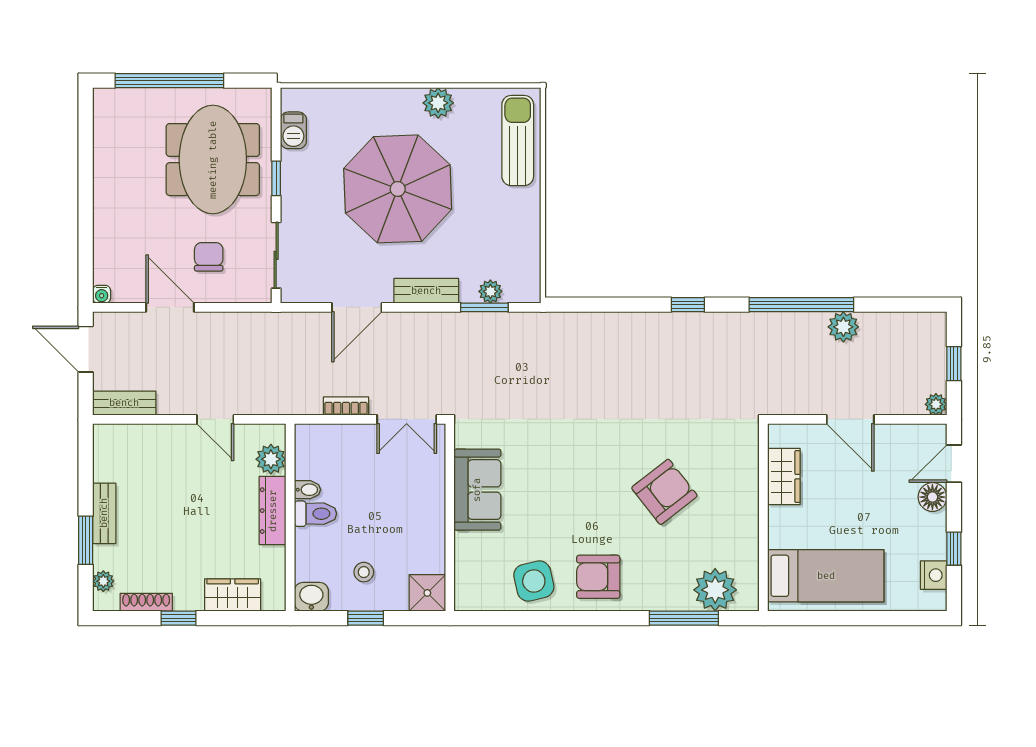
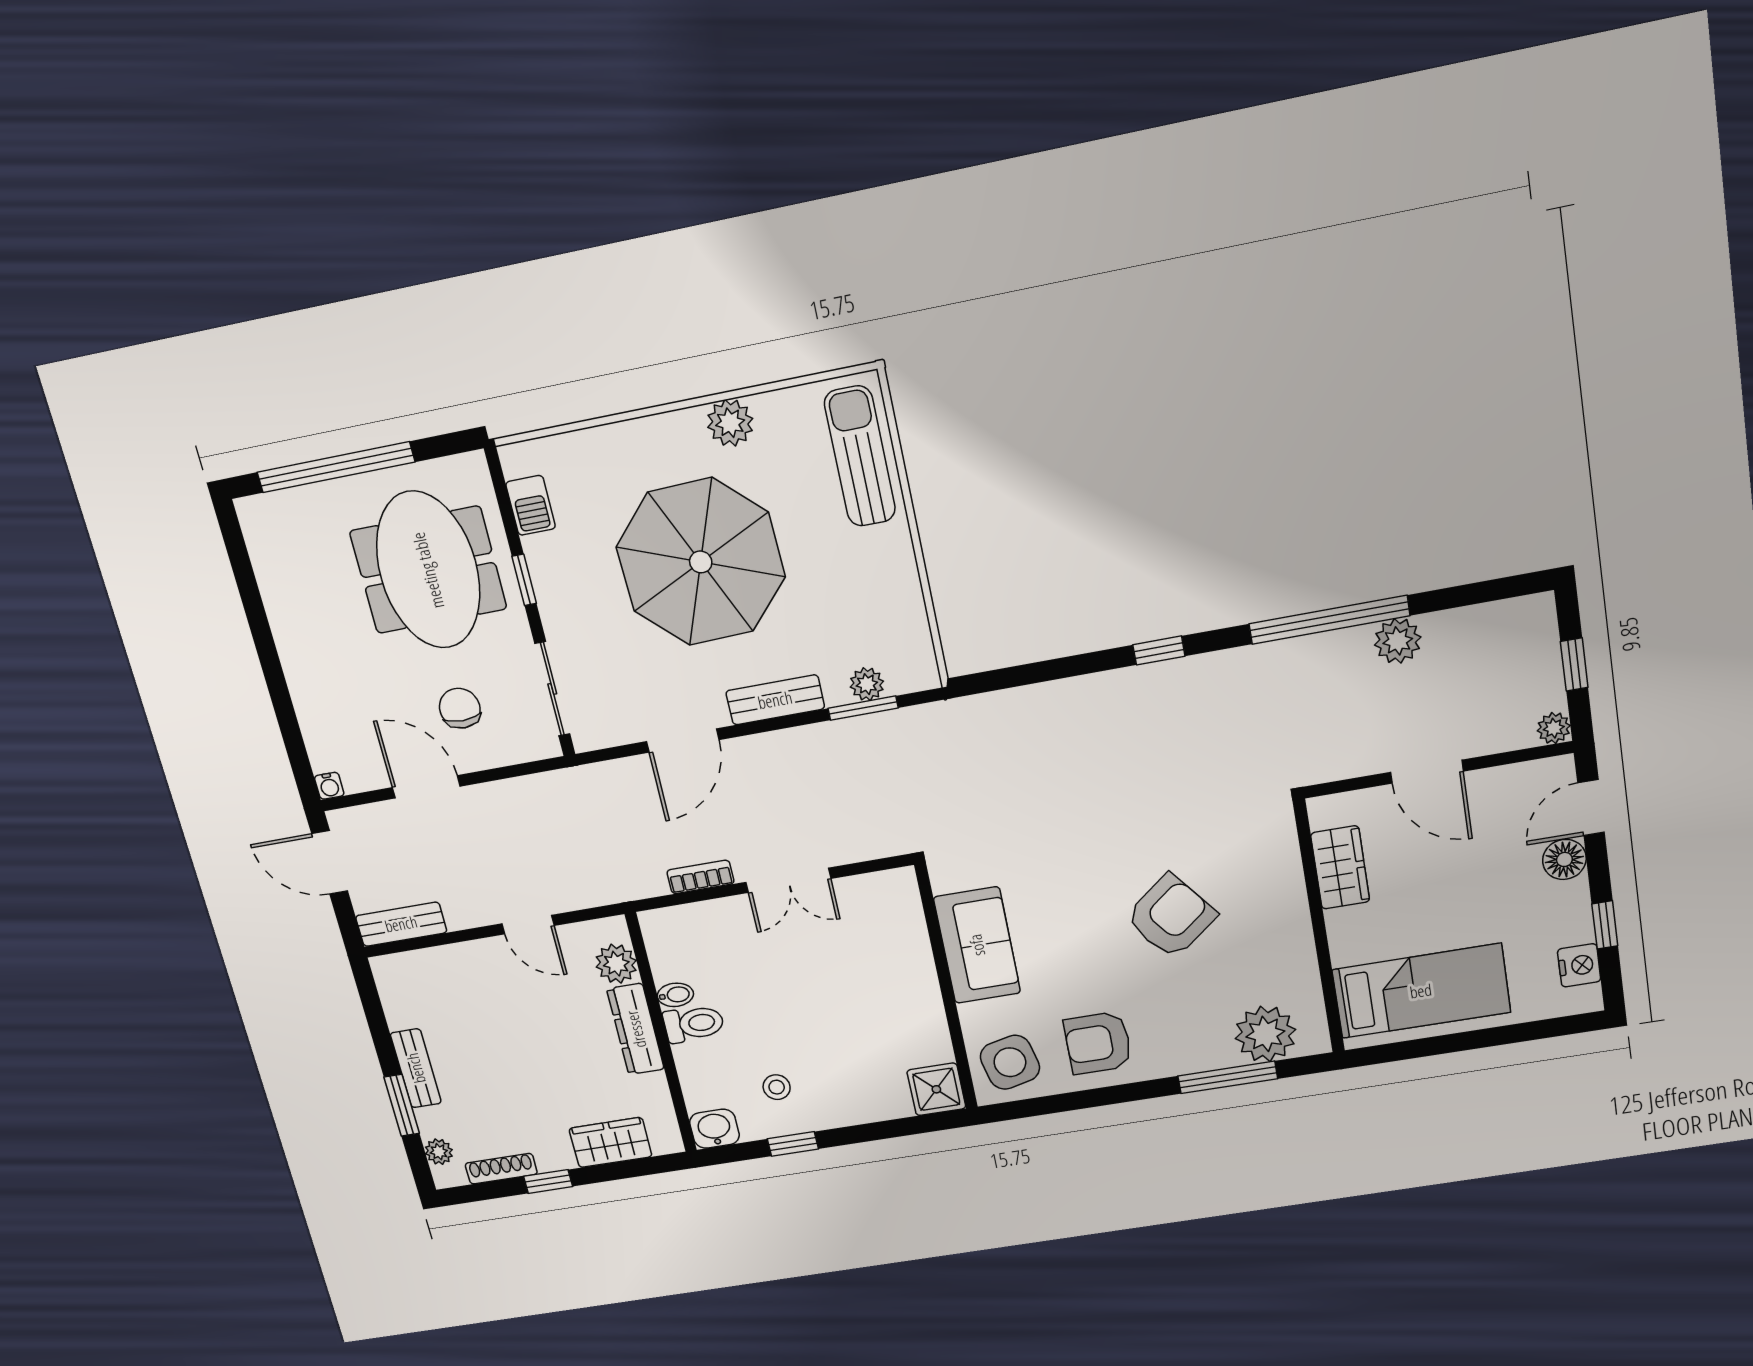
sofa: (477, 490) -> (977, 945), moved
wall: (450, 517) -> (946, 988), moved
shower: (427, 593) -> (936, 1089), moved

